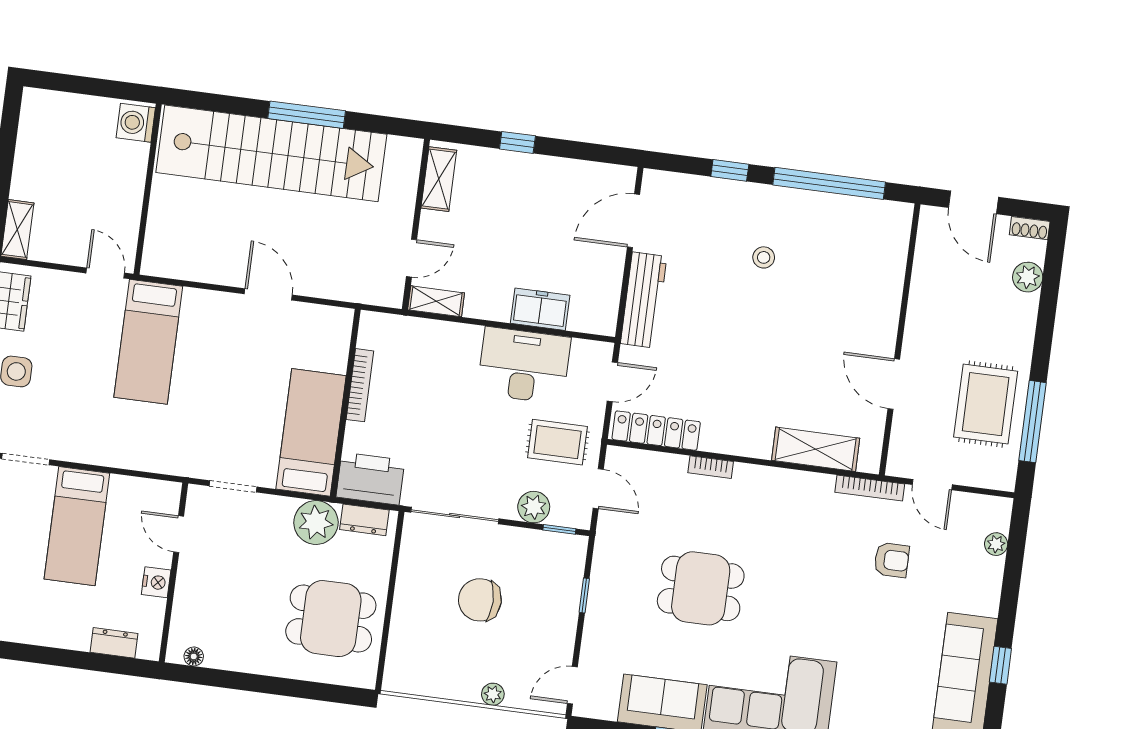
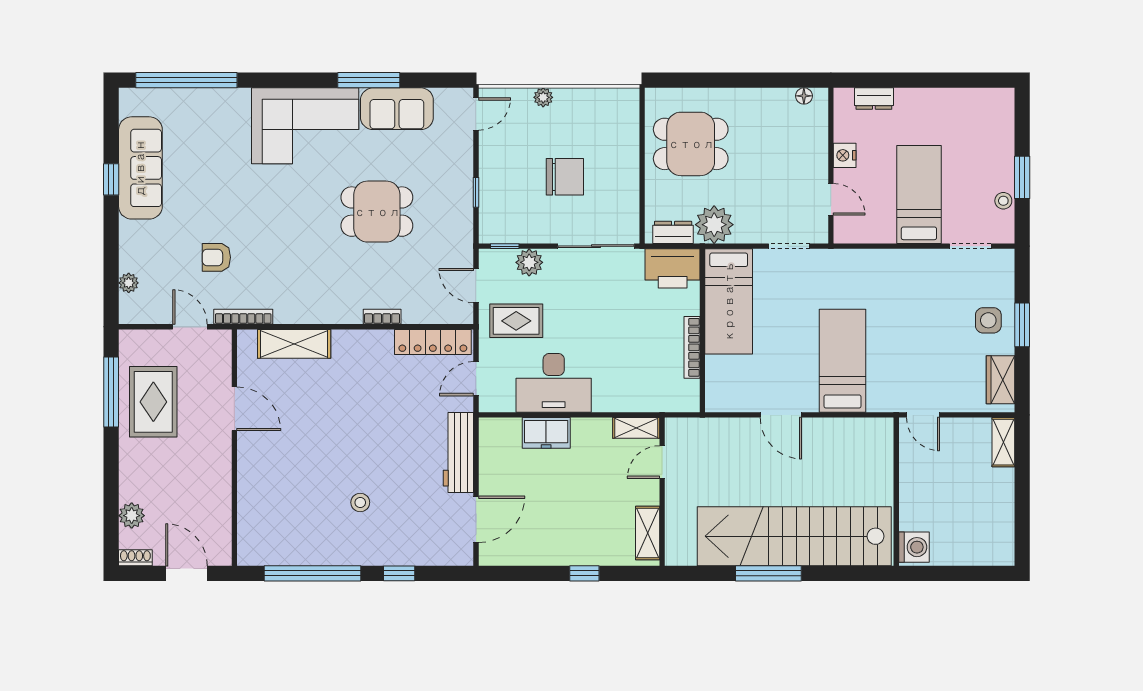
bed: (148, 342) -> (842, 361), moved

